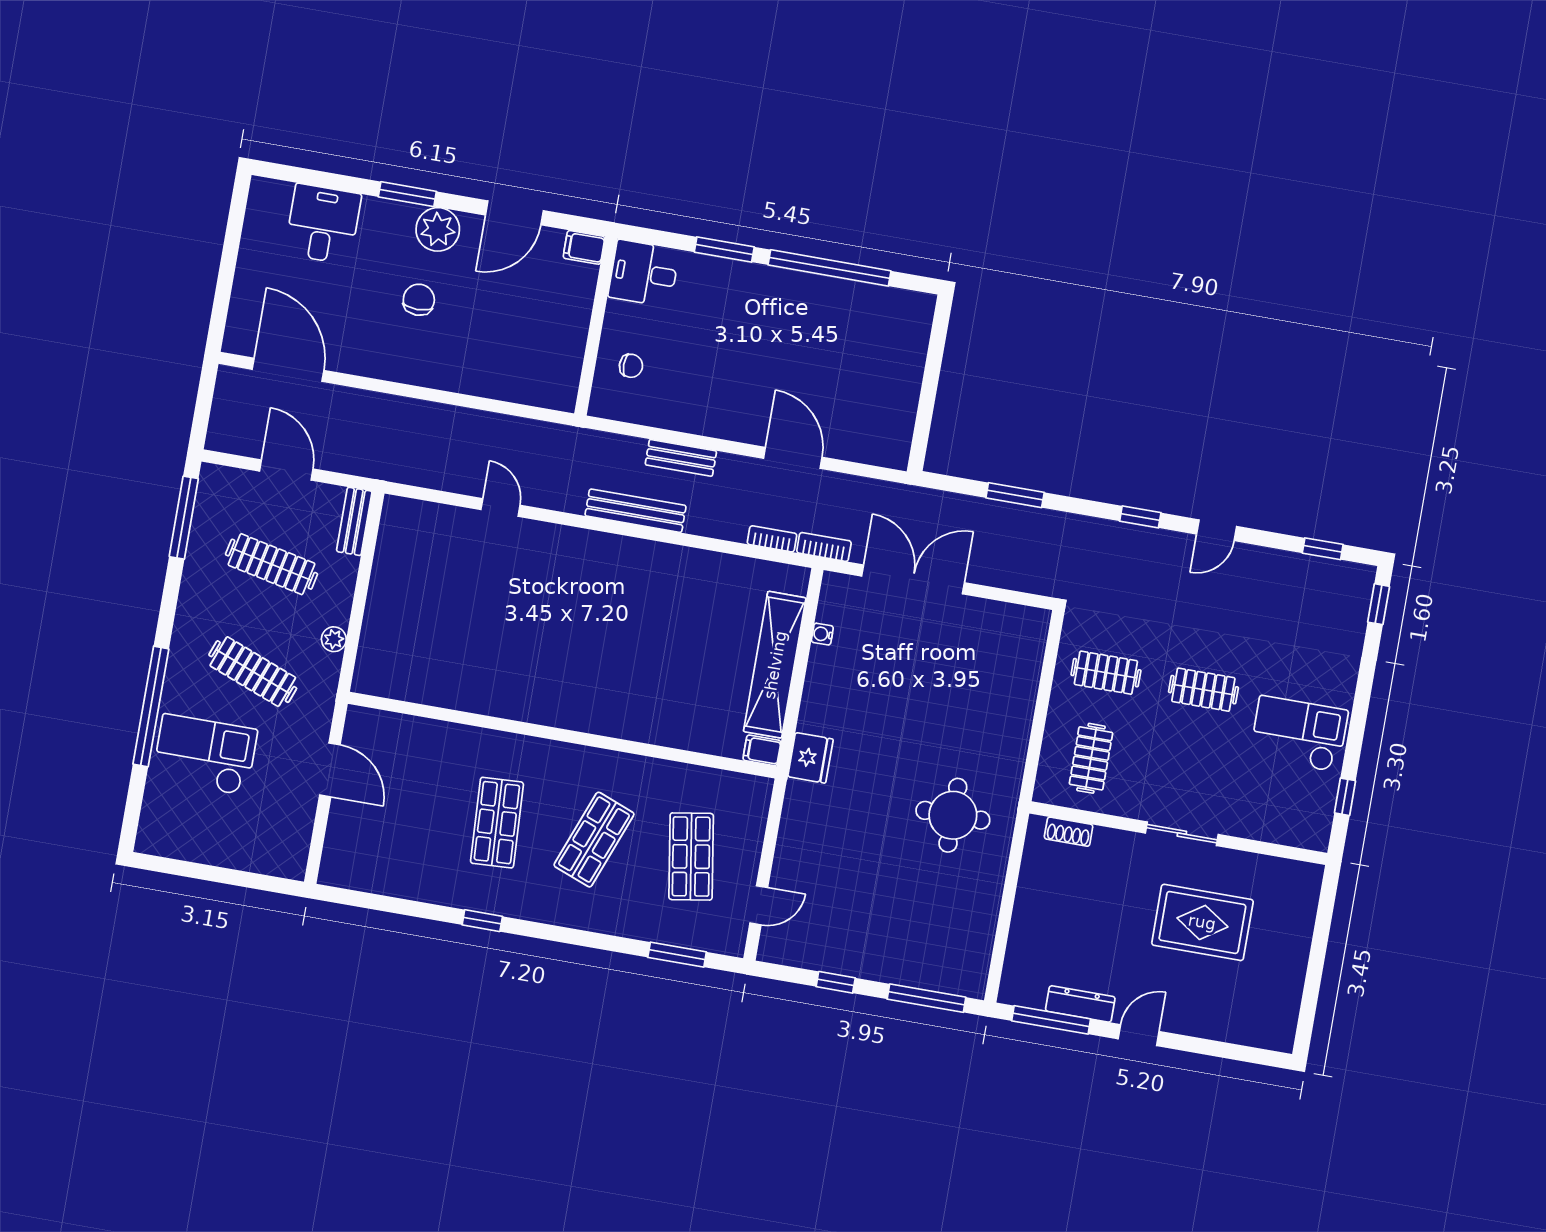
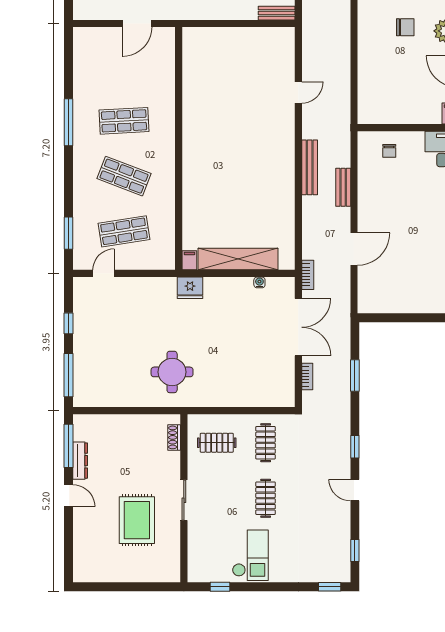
bookcase: (772, 539) -> (307, 377), moved
plant: (334, 639) -> (210, 13), removed
door: (759, 905) -> (104, 273), swing flipped
window: (482, 921) -> (68, 122), width x2.17

